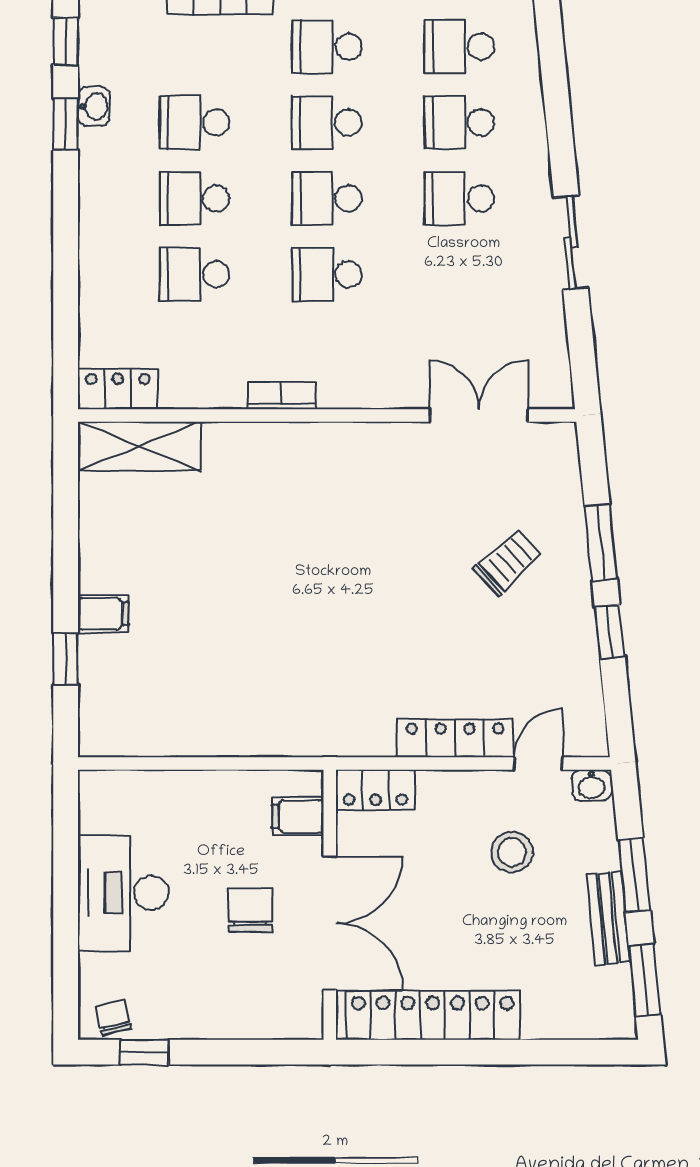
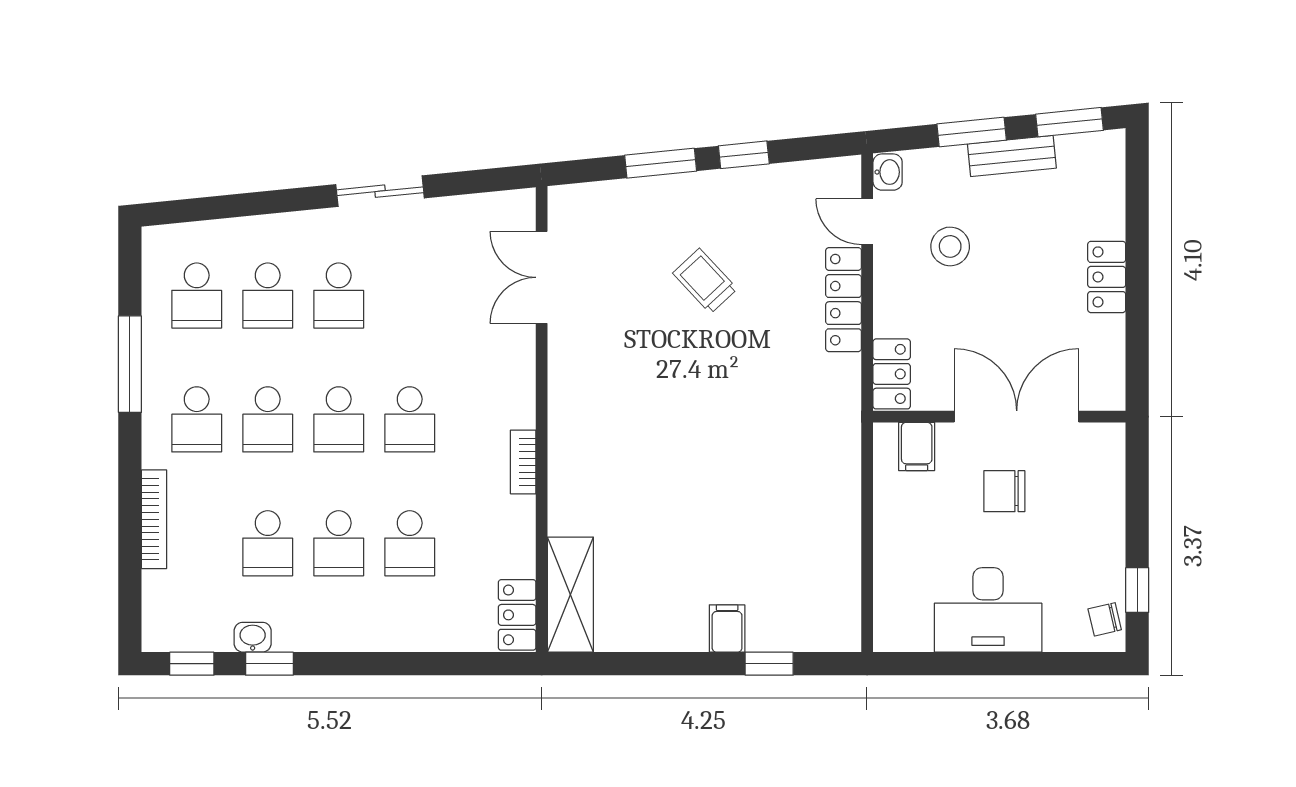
trolley: (507, 563) -> (705, 281), moved
locker: (433, 1015) -> (1107, 277), width x0.46, depth x0.83

